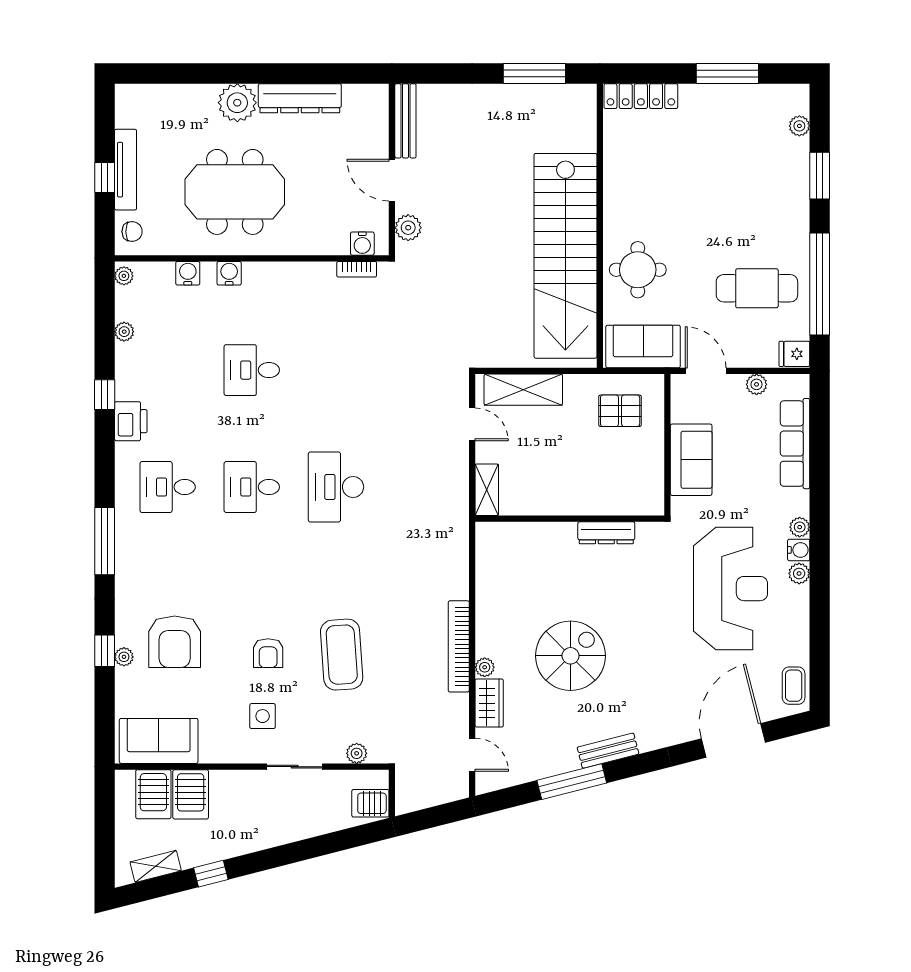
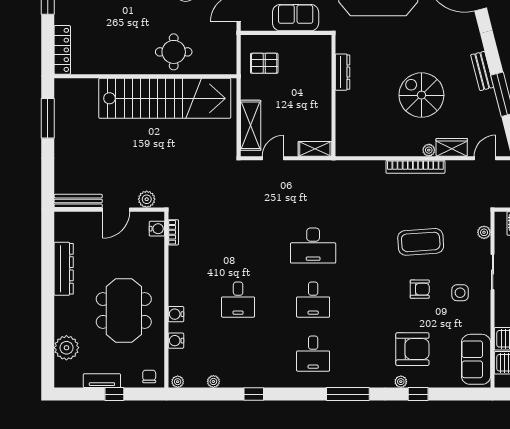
plant: (237, 103) -> (66, 348), moved
tv unit: (126, 170) -> (102, 381), width x0.71
sofa: (643, 346) -> (223, 49), removed
pallet: (620, 411) -> (264, 63), turned 90
printer: (131, 421) -> (271, 377), removed
plant: (124, 657) -> (401, 382), moved

